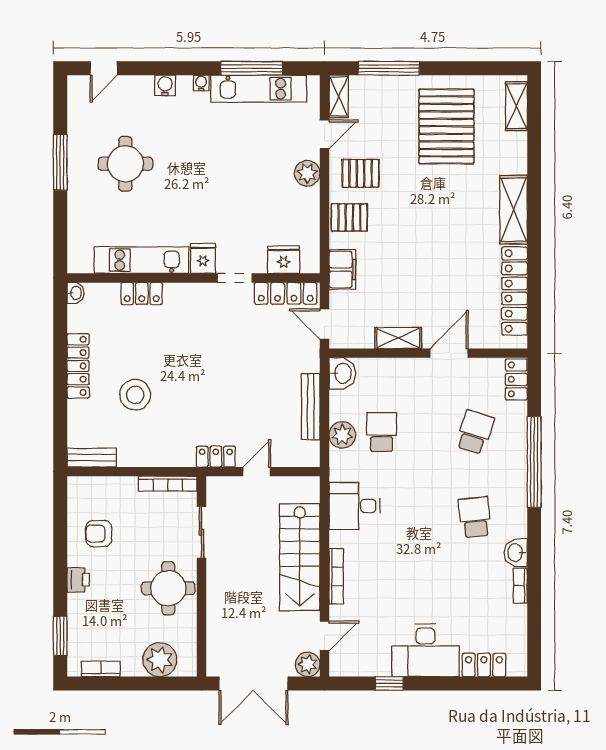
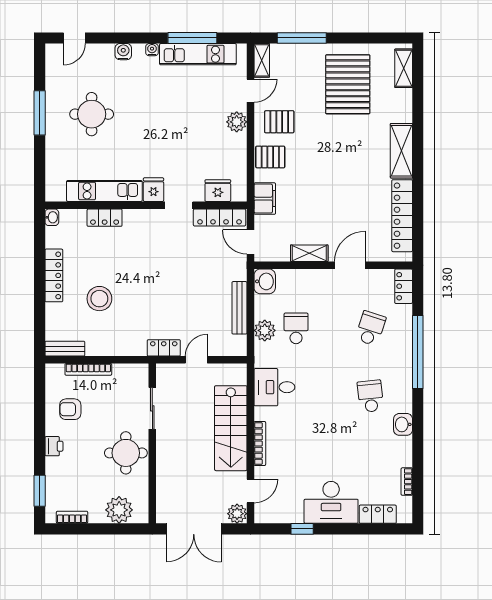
bookcase: (168, 484) -> (88, 369), moved
bookcase: (520, 586) -> (407, 482), moved

